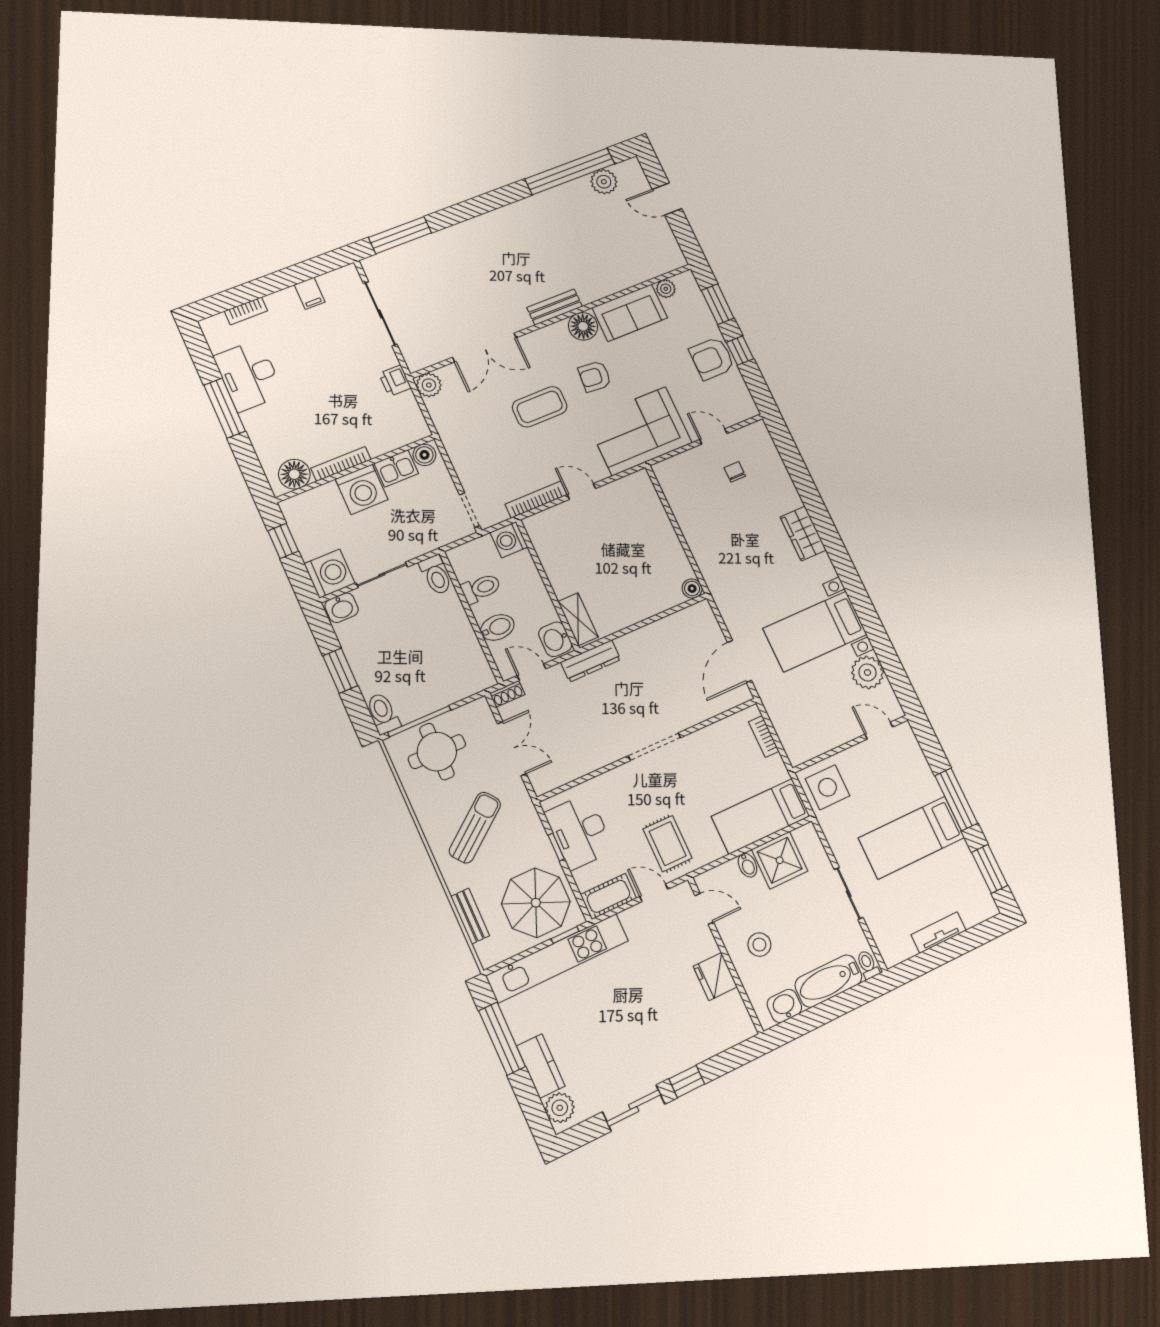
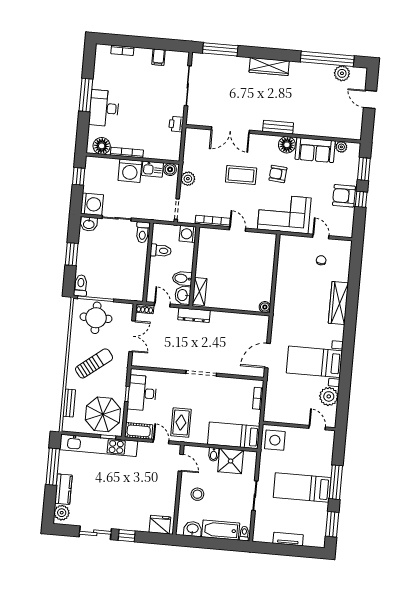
wardrobe: (490, 224) -> (269, 67), added
desk: (249, 375) -> (104, 108), moved
plant: (429, 385) -> (188, 179), moved
wardrobe: (803, 533) -> (338, 303), width x1.50
bidet: (497, 627) -> (182, 278), moved, turned 180
fridge: (715, 977) -> (160, 525), moved, turned 90

